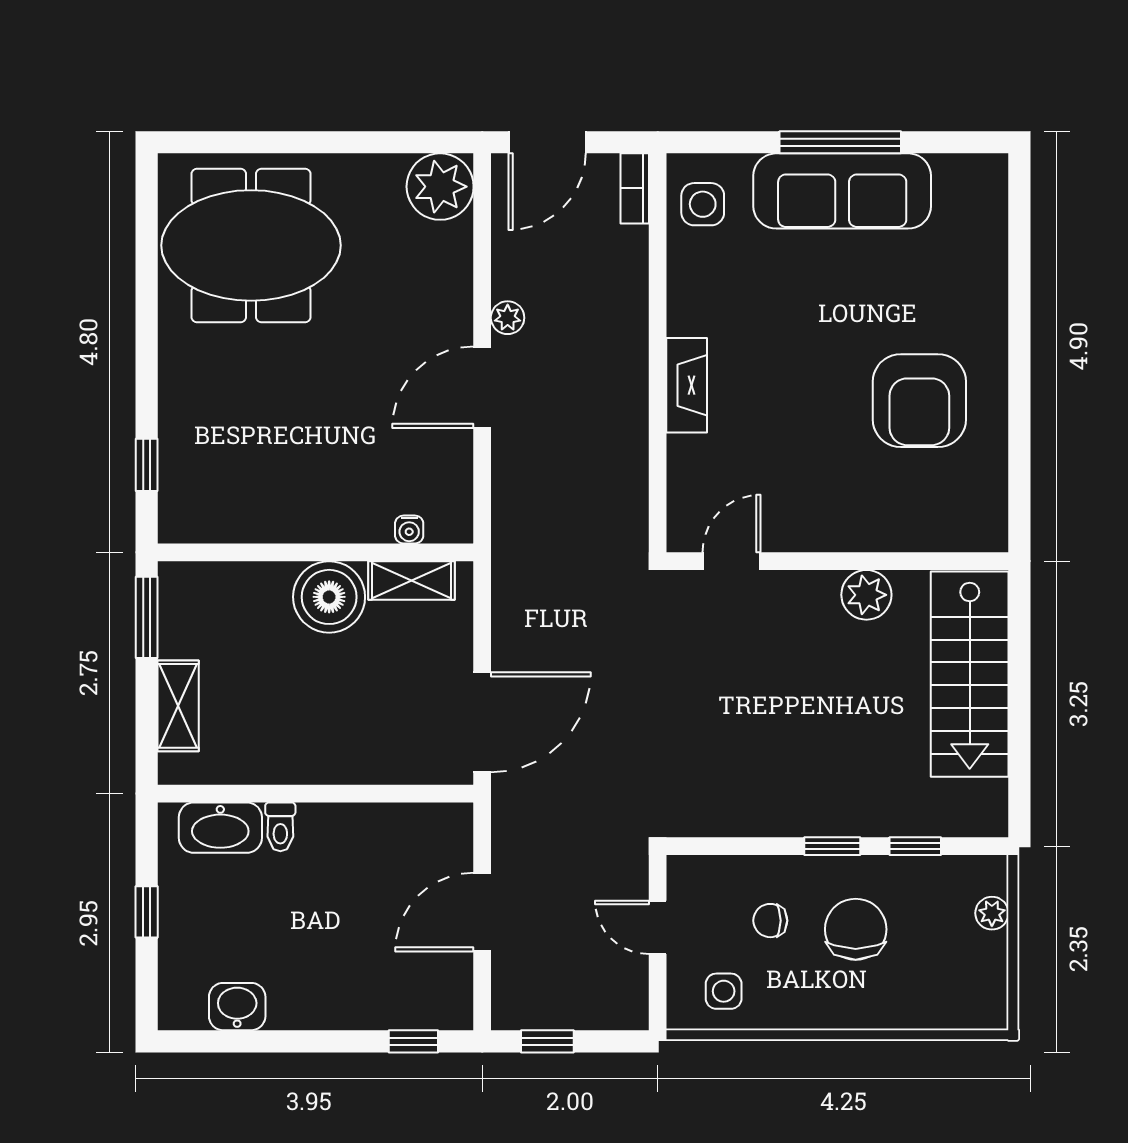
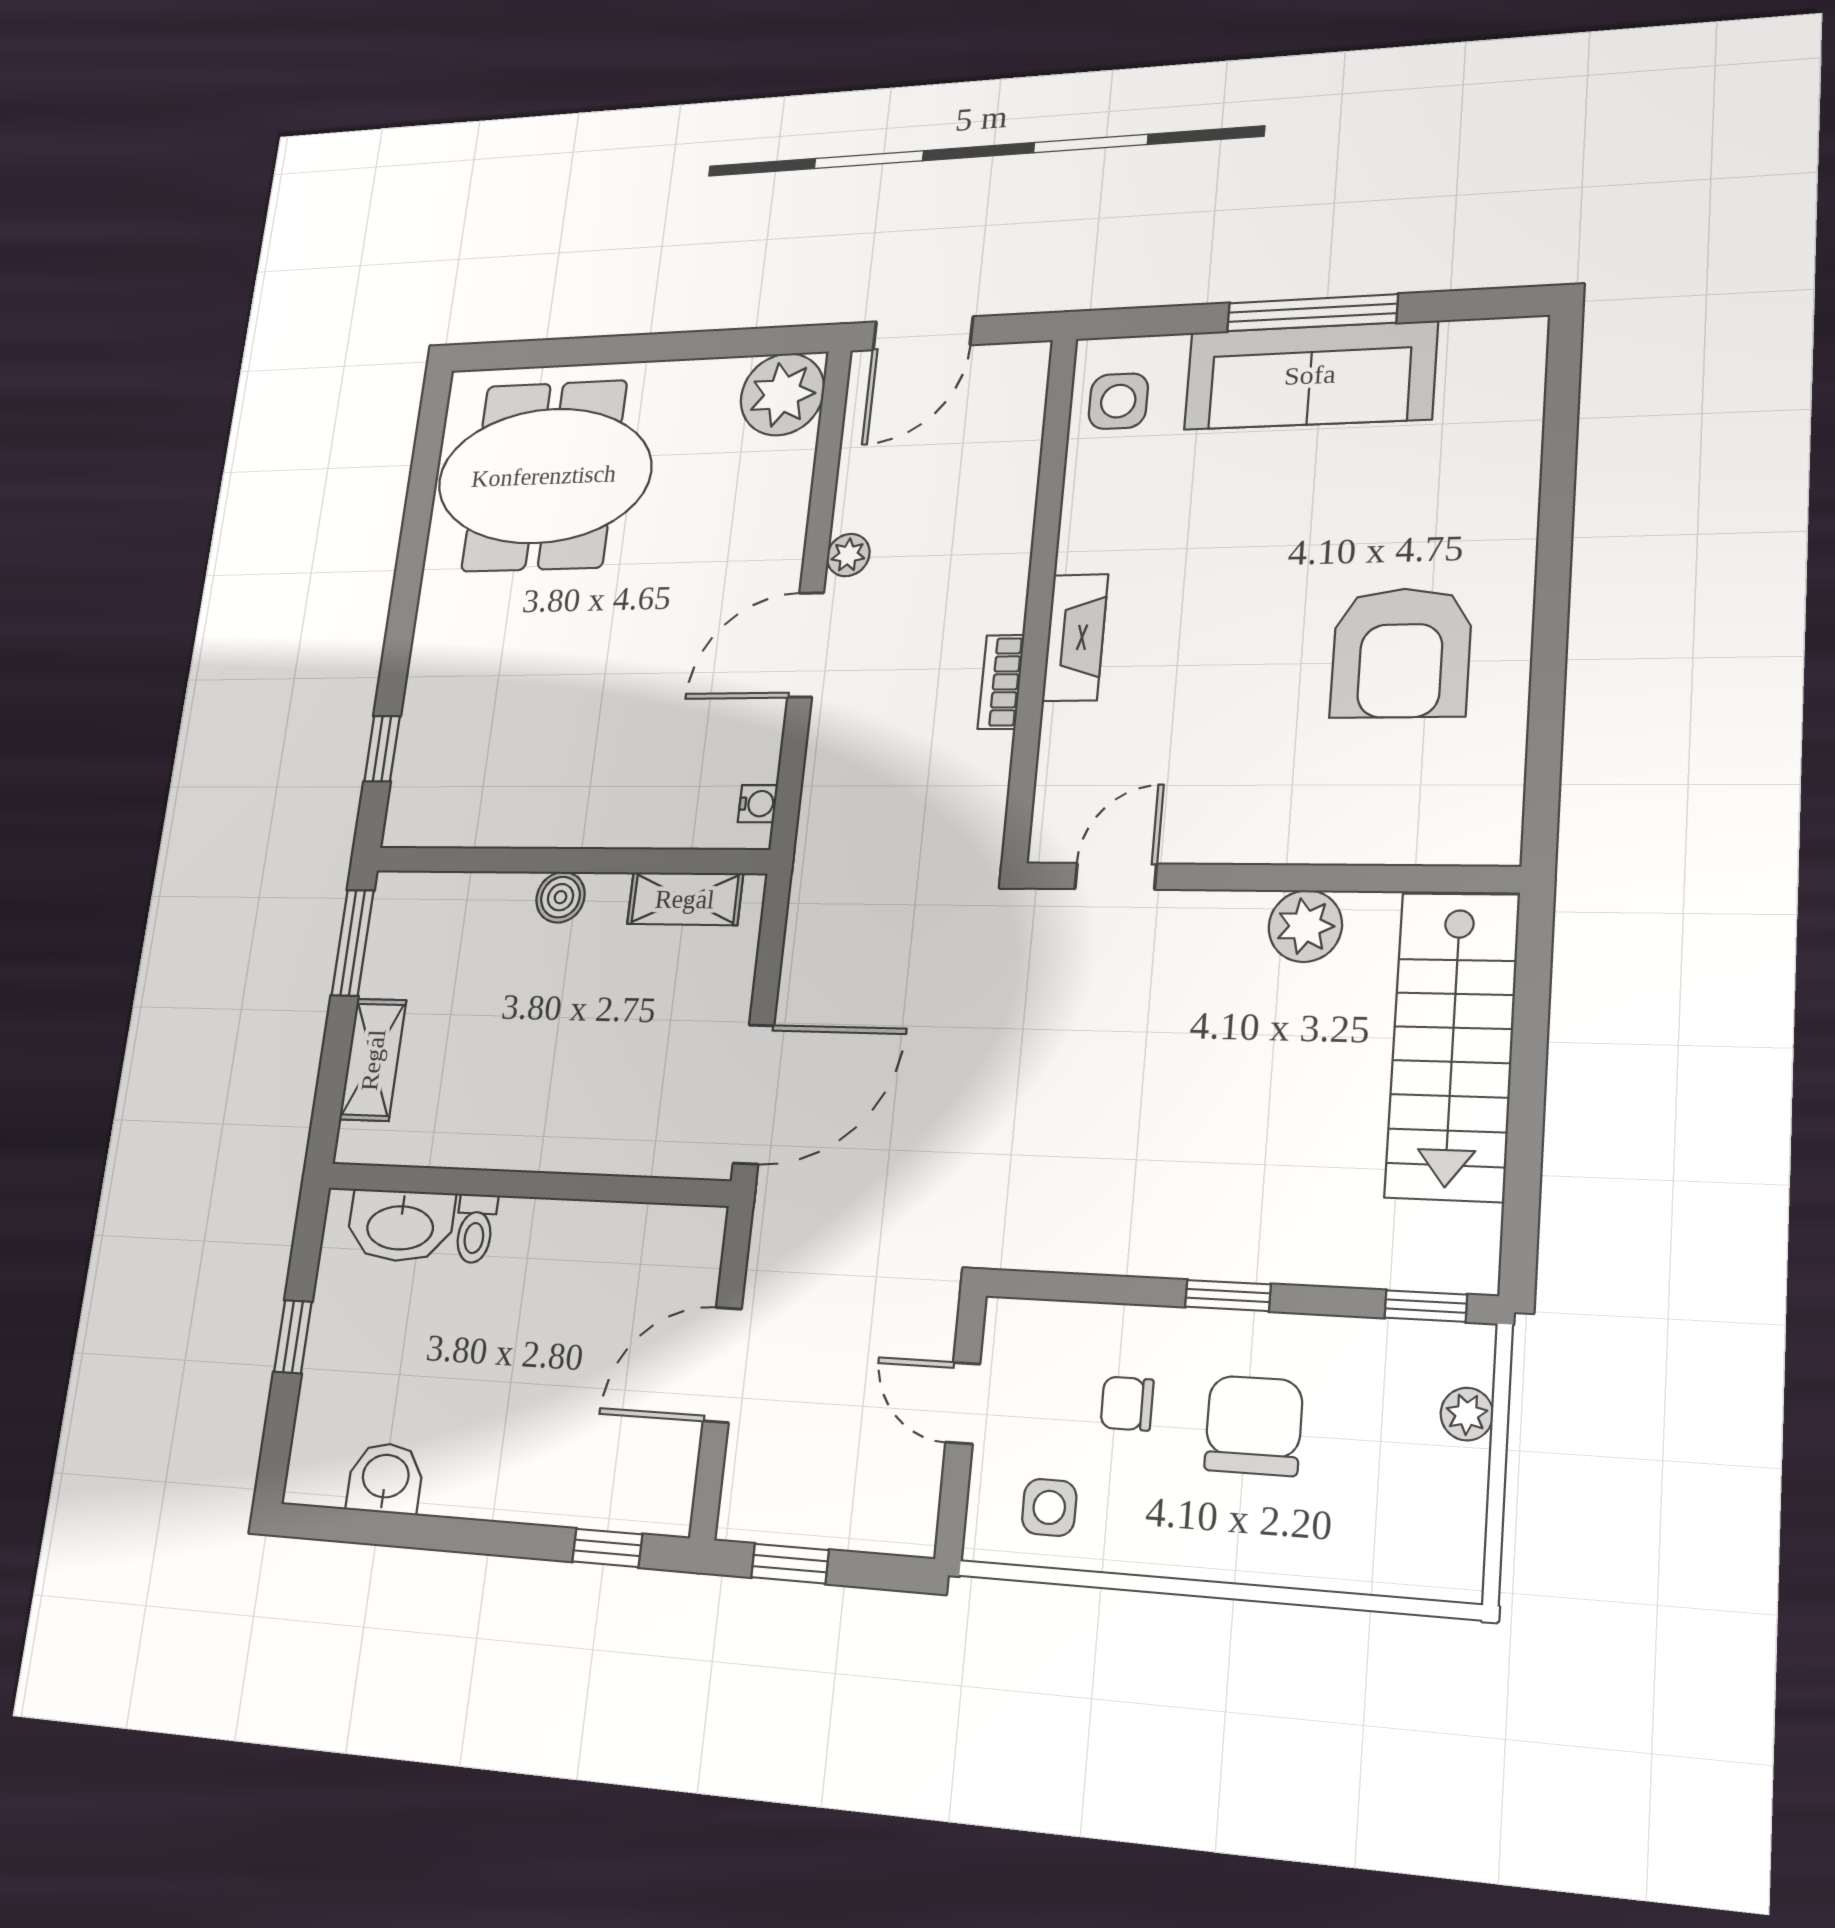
bookcase: (635, 188) -> (1001, 682), moved
water cooler: (409, 529) -> (758, 804), moved, turned -90
boiler: (329, 597) -> (560, 897), width x0.54, depth x0.54
window: (915, 846) -> (1426, 1306), moved

